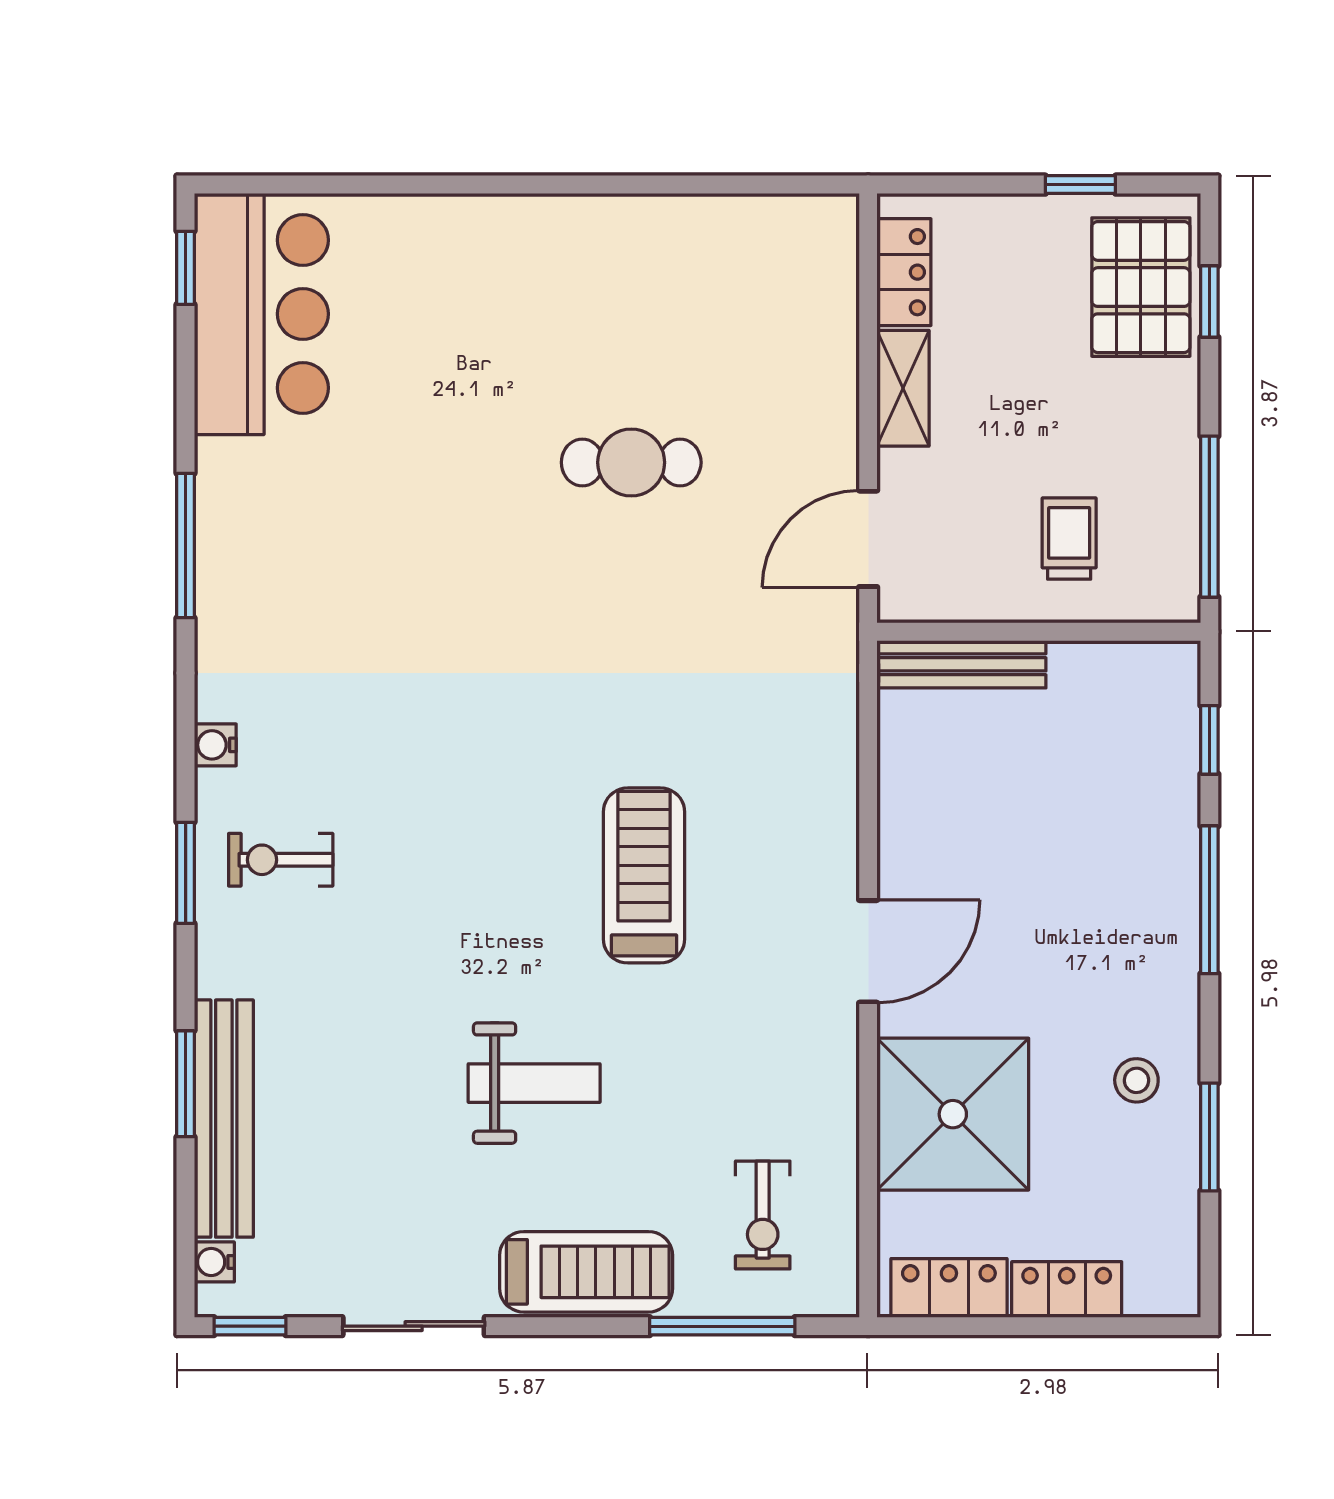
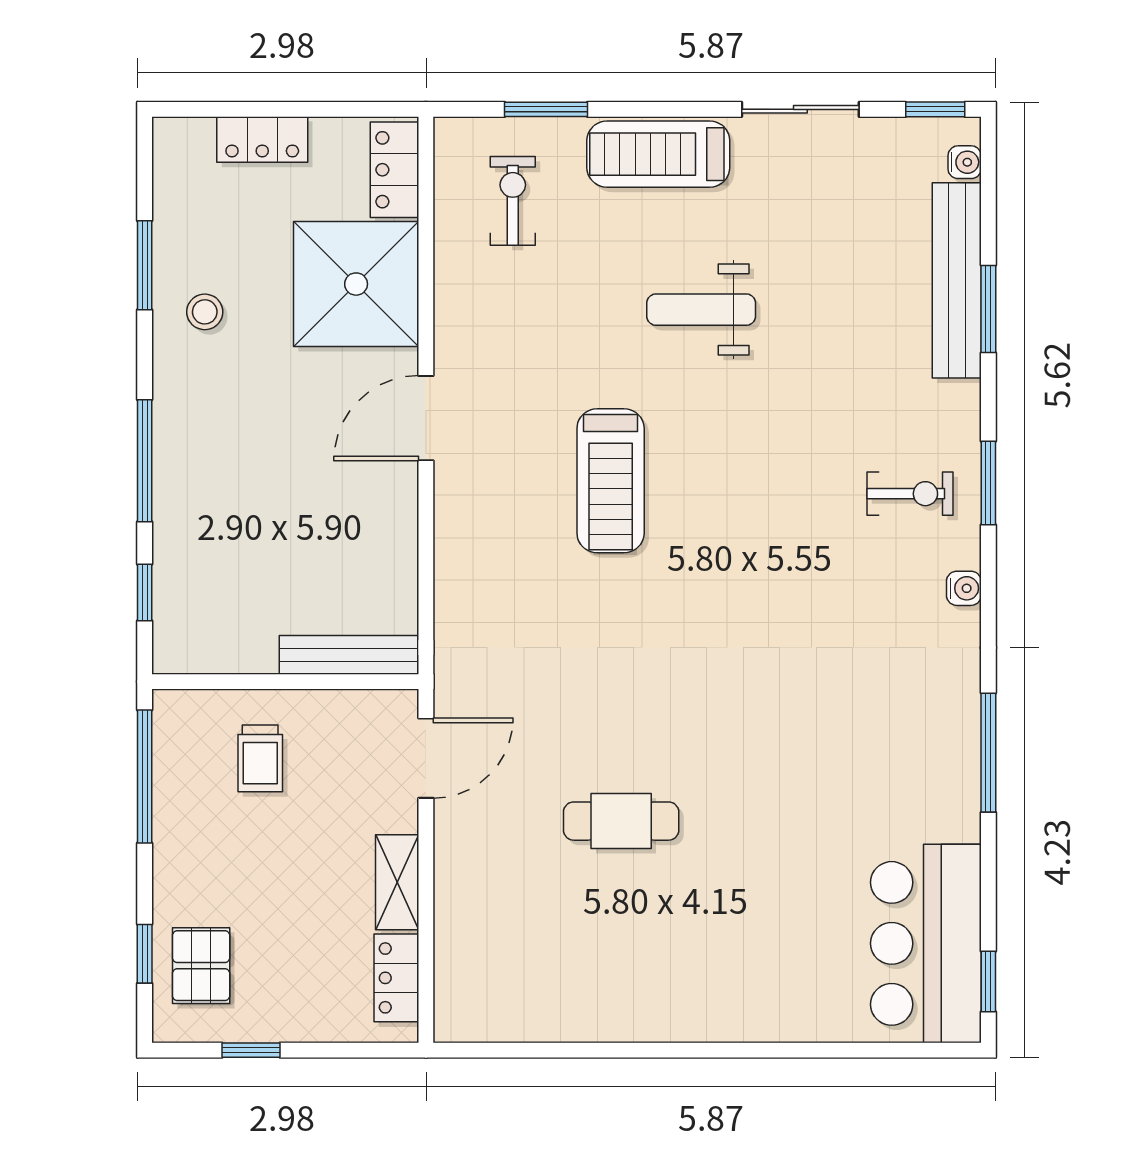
pallet: (1141, 287) -> (201, 966), width x0.67, depth x0.71
locker: (949, 1288) -> (394, 170), moved, turned 90
window: (722, 1326) -> (546, 109), width x0.69

